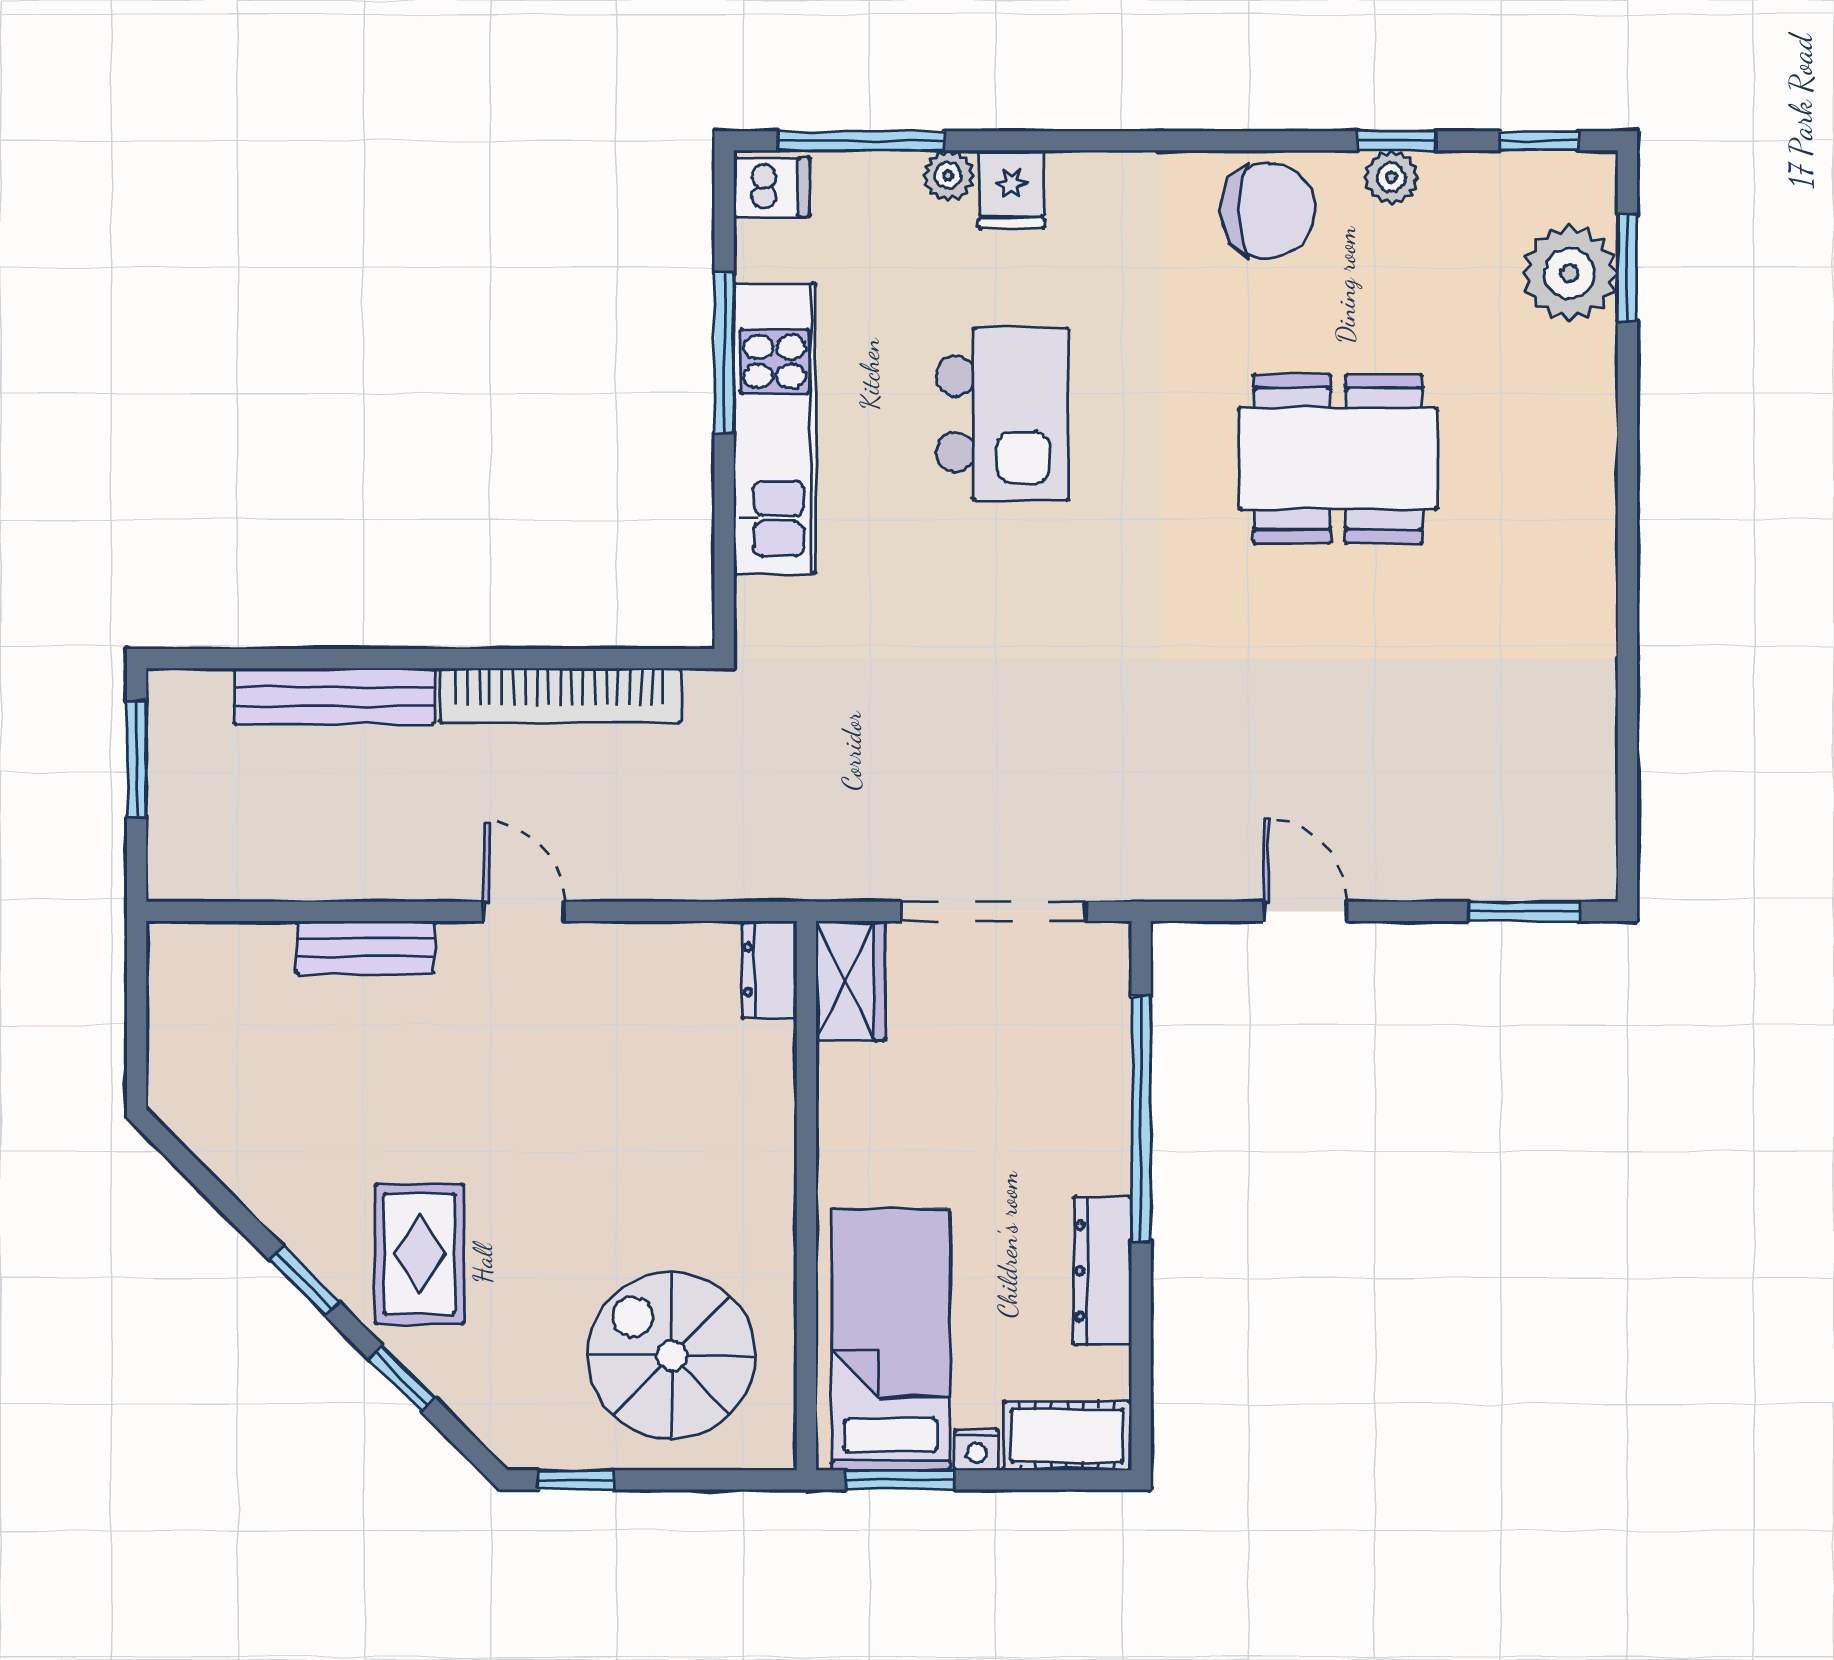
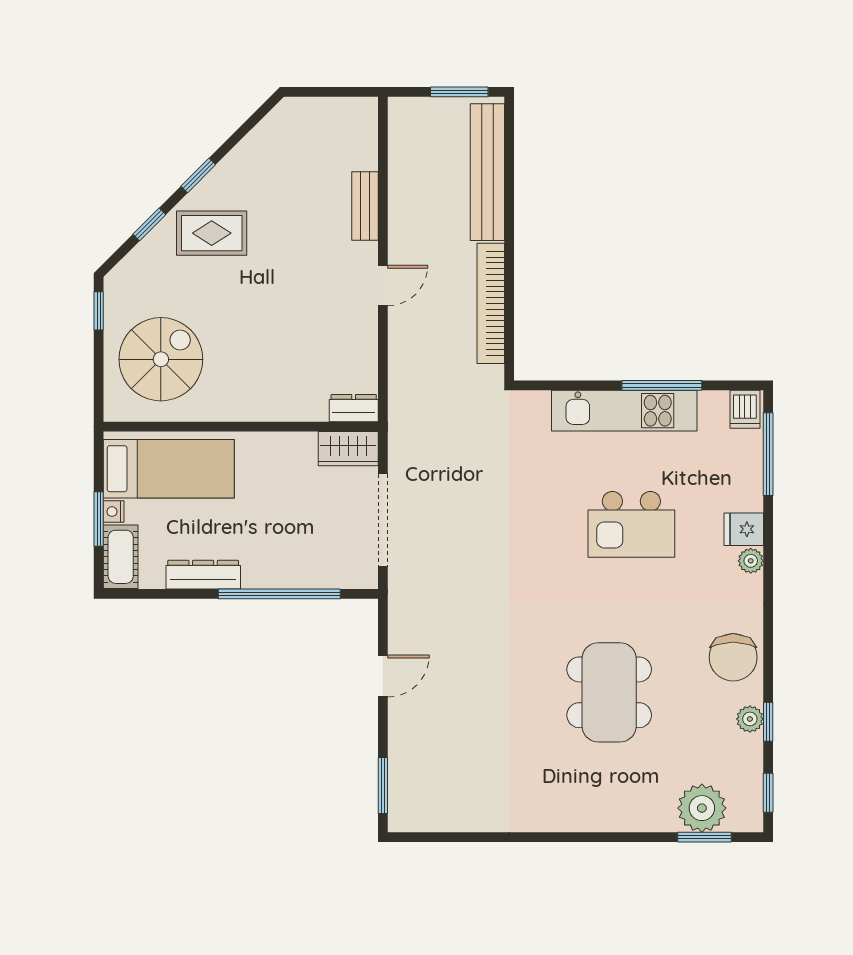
plant: (948, 175) -> (751, 561), moved
bench: (334, 696) -> (487, 172), width x1.37, depth x1.21
window: (900, 1480) -> (99, 519), moved

